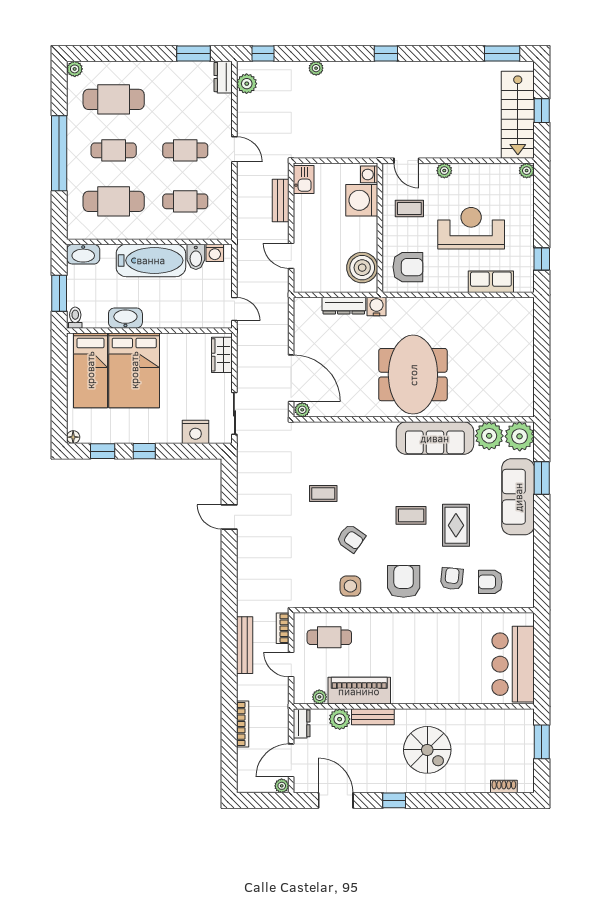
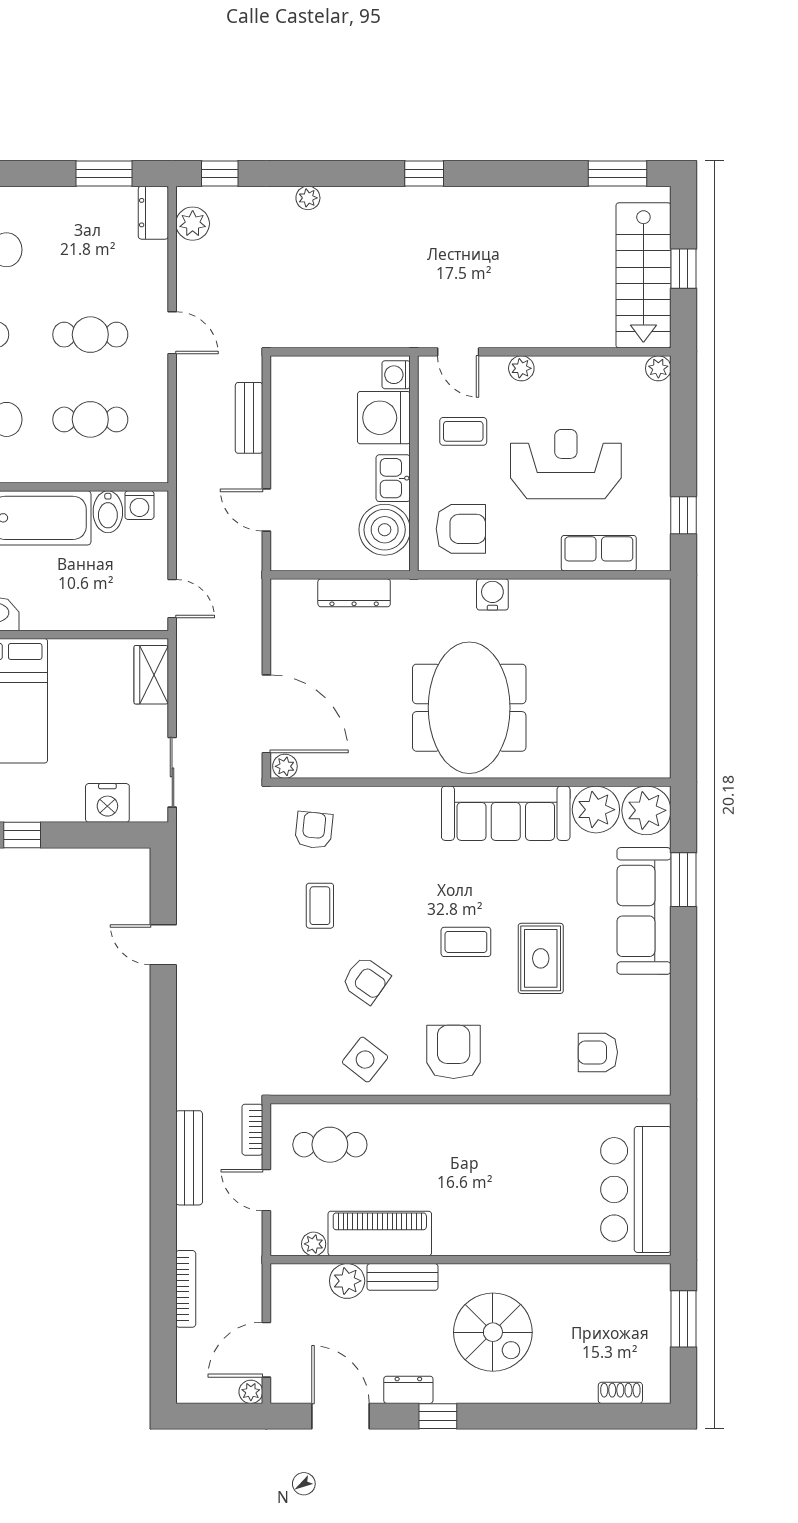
kitchen sink: (304, 180) -> (393, 478), moved, turned 180
water cooler: (376, 307) -> (492, 594), moved
coffee table: (323, 494) -> (320, 906), turned 90
armchair: (452, 579) -> (314, 830), moved
side table: (350, 586) -> (365, 1060), turned 38
dresser: (302, 723) -> (408, 1390), moved, turned -90

